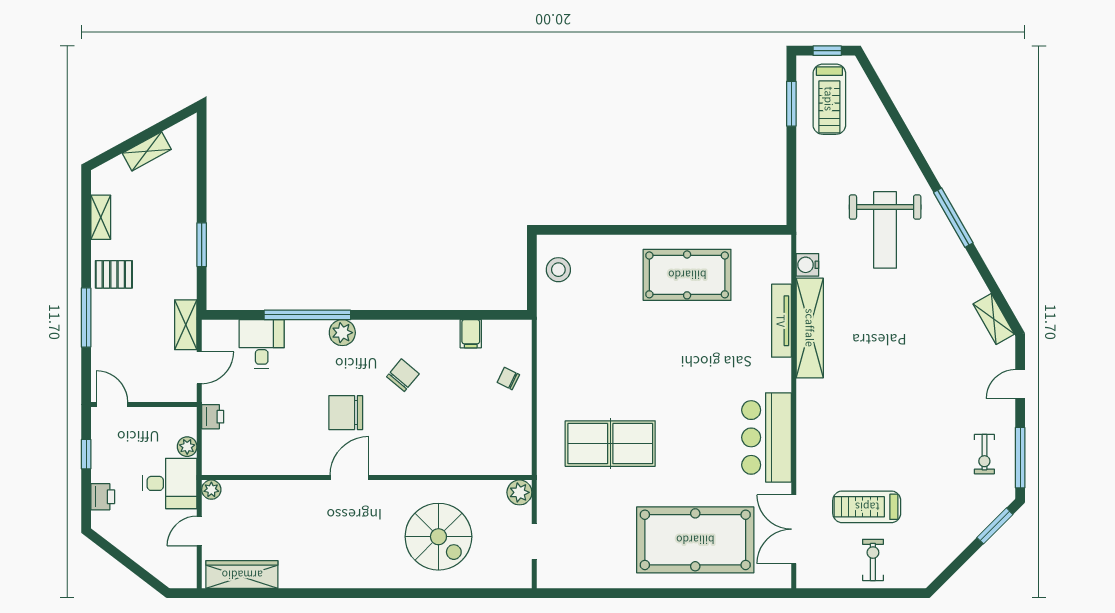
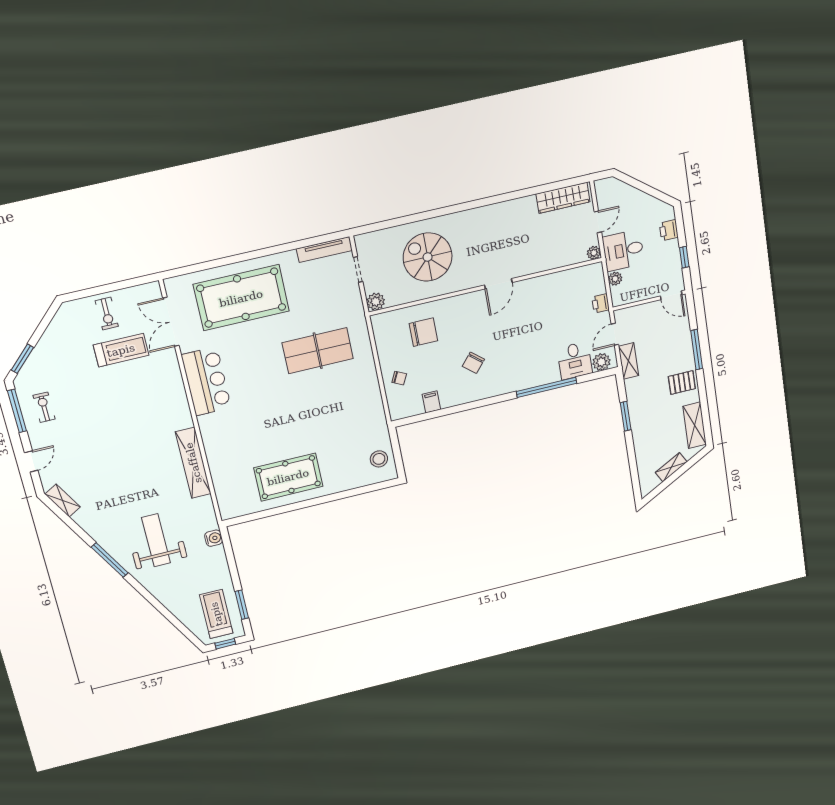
shelving: (101, 217) -> (695, 425), width x1.50, depth x1.33
water cooler: (807, 265) -> (214, 538), moved
tv unit: (781, 321) -> (324, 250), moved, turned 90
plant: (342, 333) -> (601, 362), moved
chair: (346, 413) -> (423, 332), moved
double door: (794, 529) -> (171, 322), swing flipped

